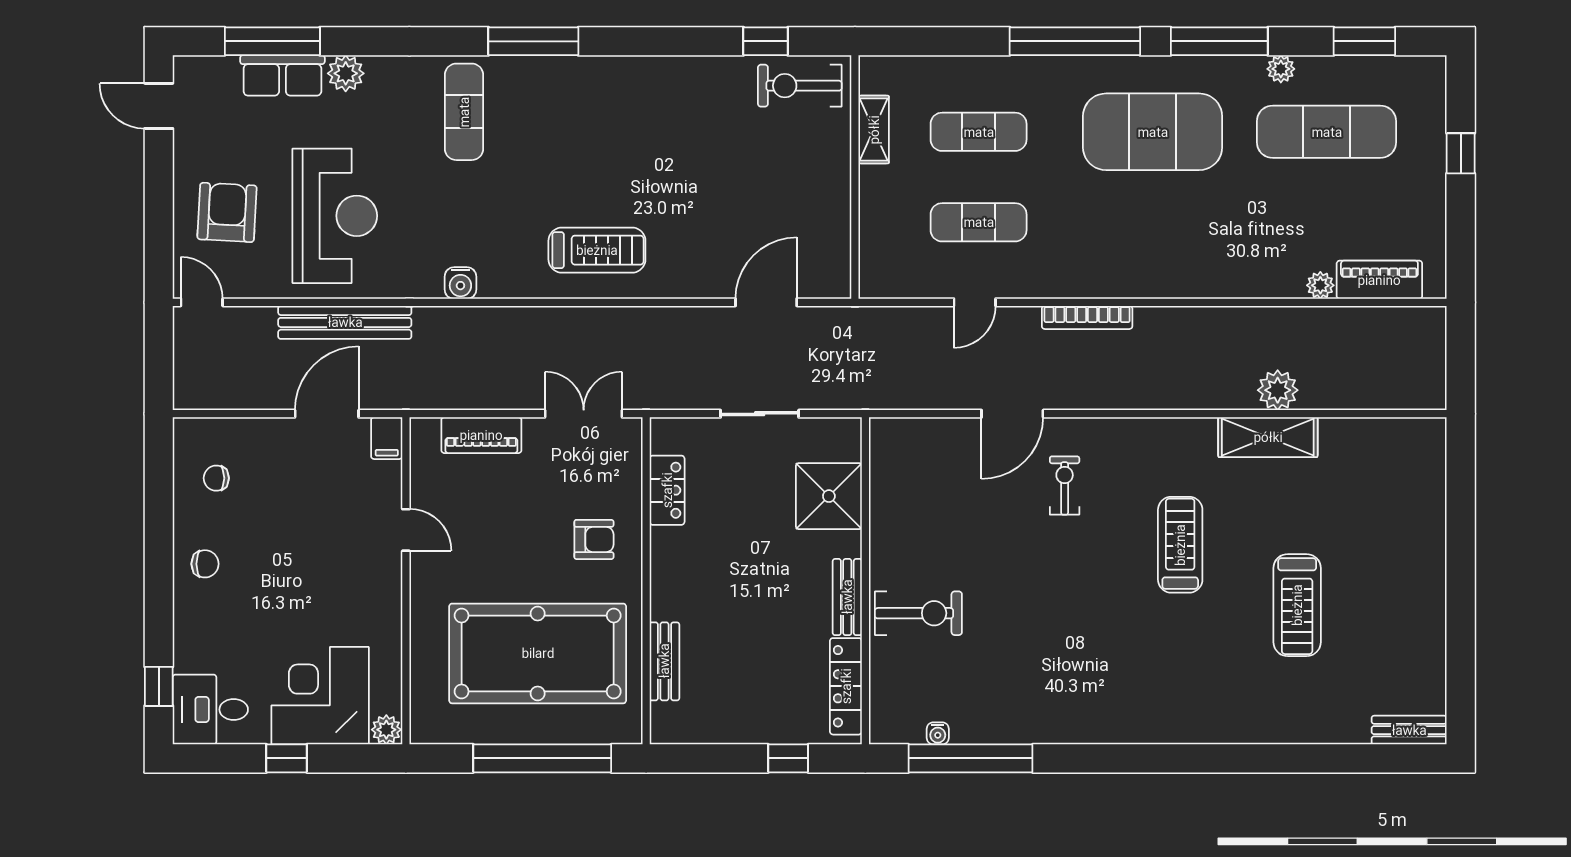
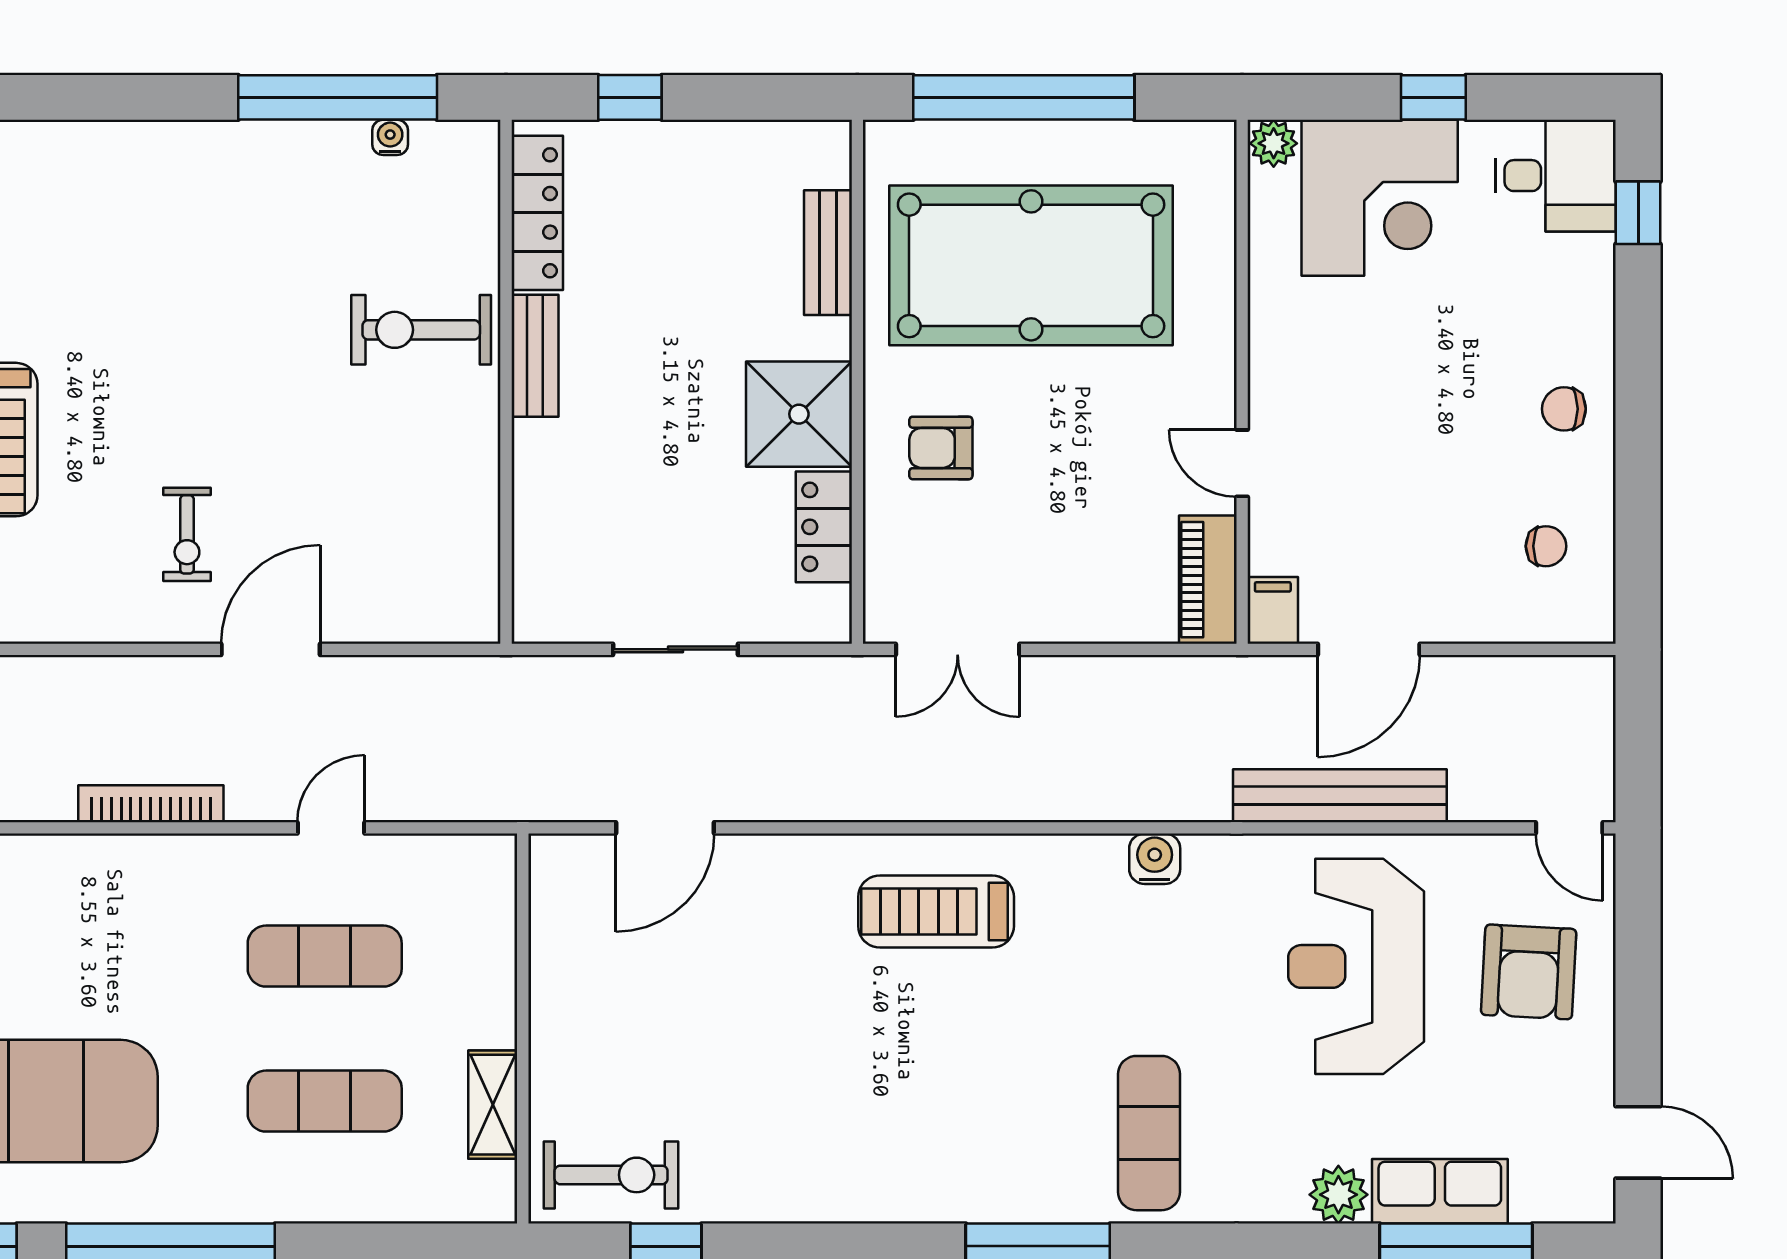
piano: (481, 435) -> (1208, 580), moved, turned -90
shower: (829, 496) -> (799, 414), moved

